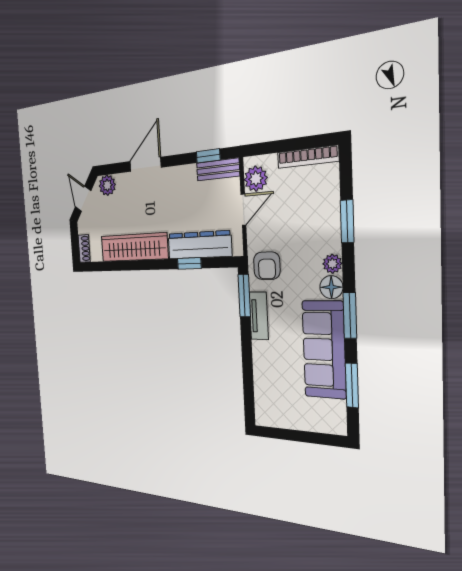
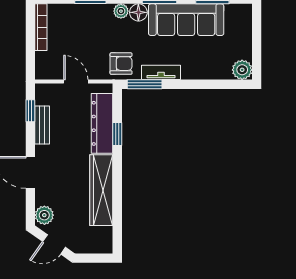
bench: (218, 169) -> (42, 125), moved
plant: (256, 179) -> (242, 70), moved
shoe rack: (84, 248) -> (100, 247), removed

